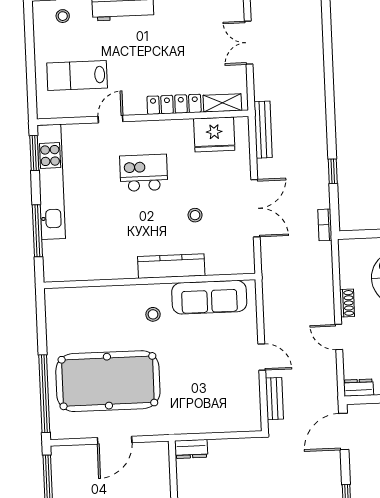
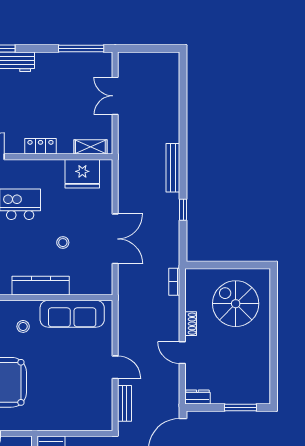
locker: (174, 104) -> (40, 146), width x0.66
bench: (263, 130) -> (173, 168), moved
bookcase: (325, 225) -> (174, 282), moved

